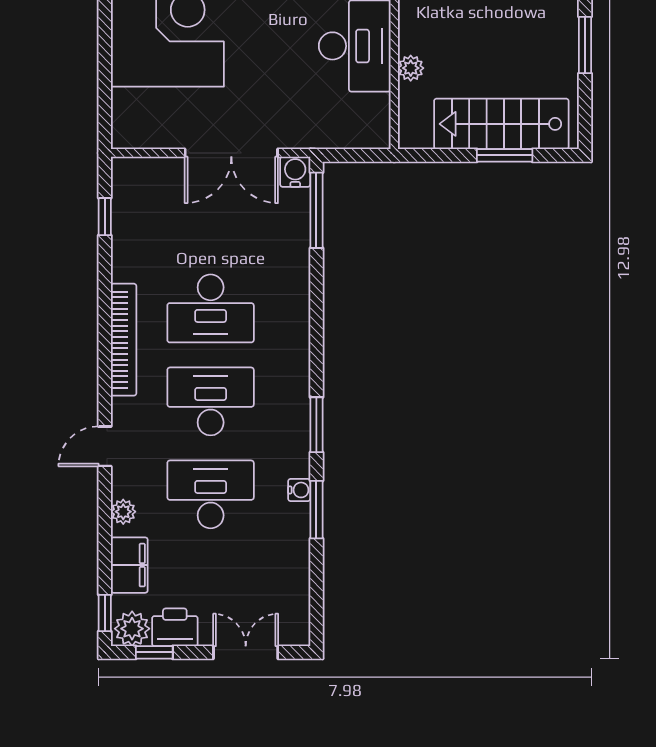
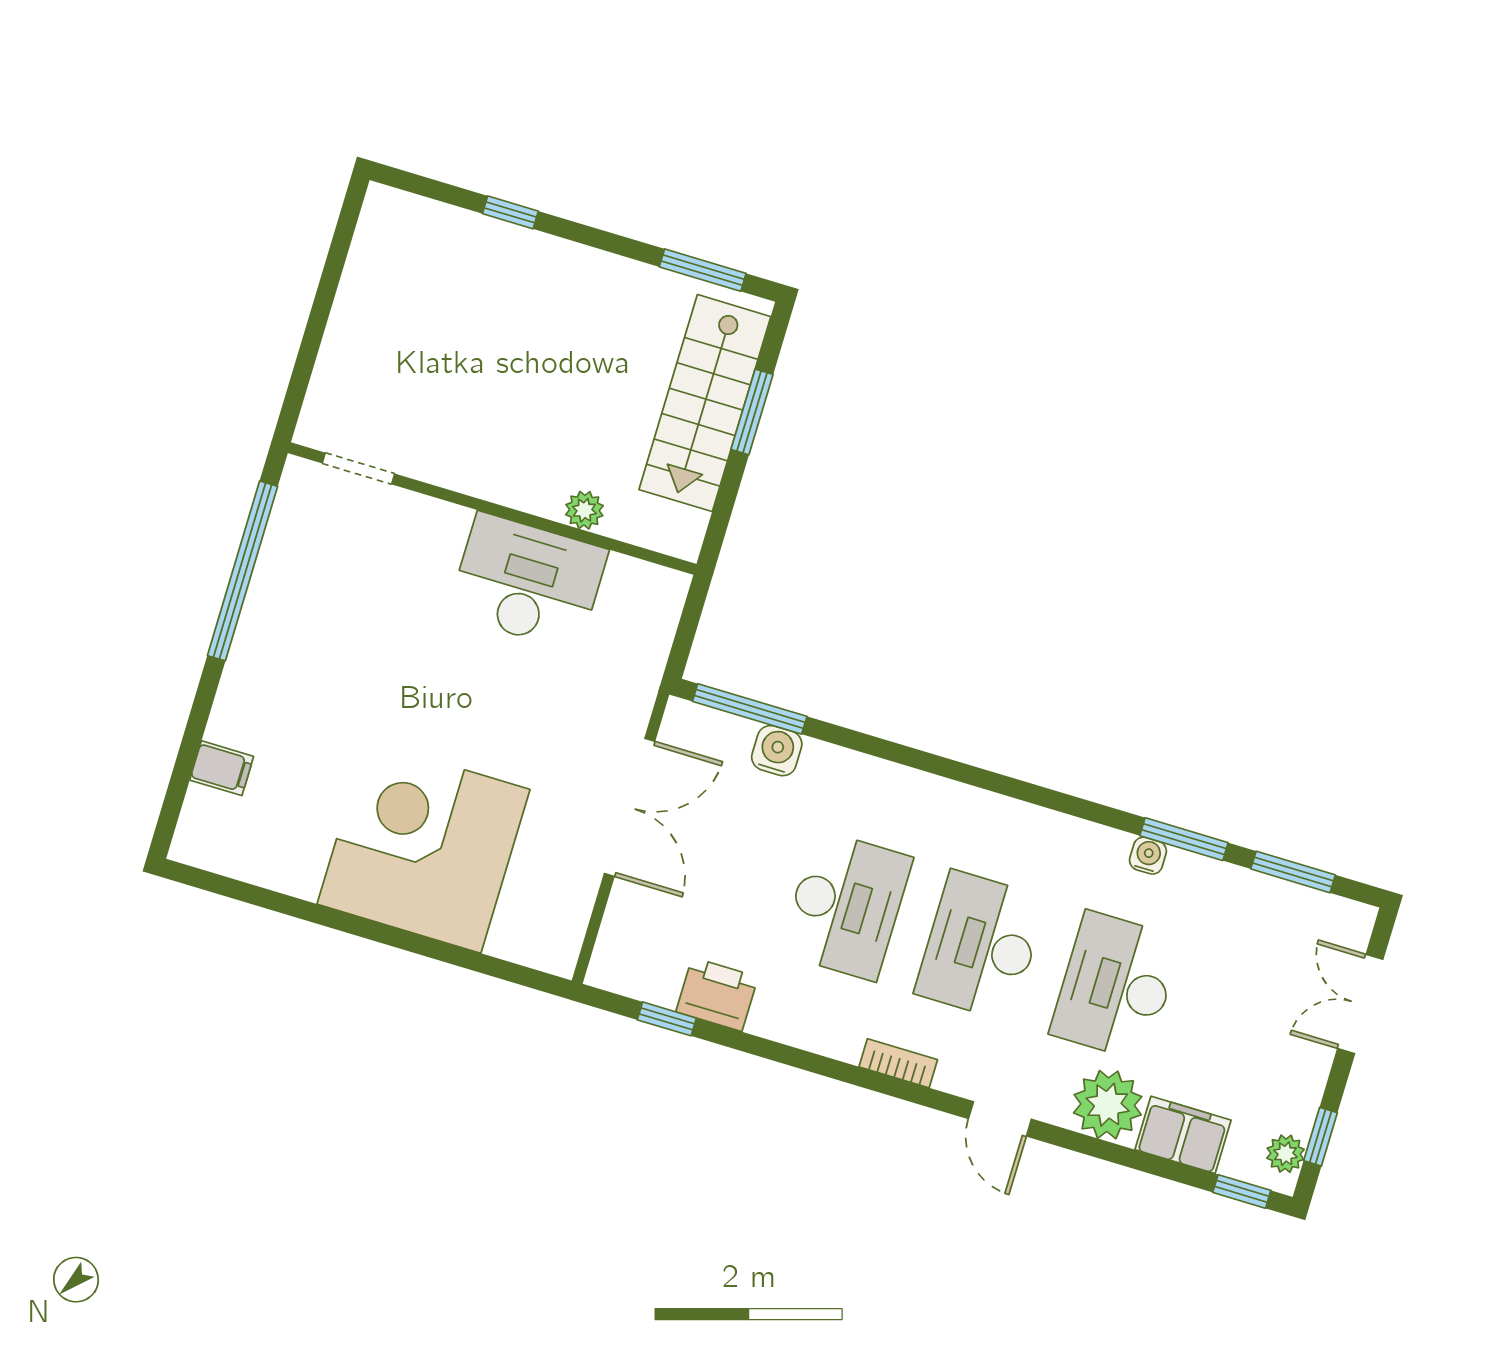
window: (585, 45) -> (703, 270), moved
water cooler: (295, 172) -> (777, 751), moved, turned 90
bookcase: (124, 340) -> (898, 1063), width x0.43, depth x0.76
window: (316, 425) -> (1293, 872), moved
plant: (123, 512) -> (1108, 1105), width x1.87, depth x1.87
printer: (175, 627) -> (717, 994), moved, turned 90
plant: (132, 629) -> (1285, 1154), width x0.73, depth x0.73

